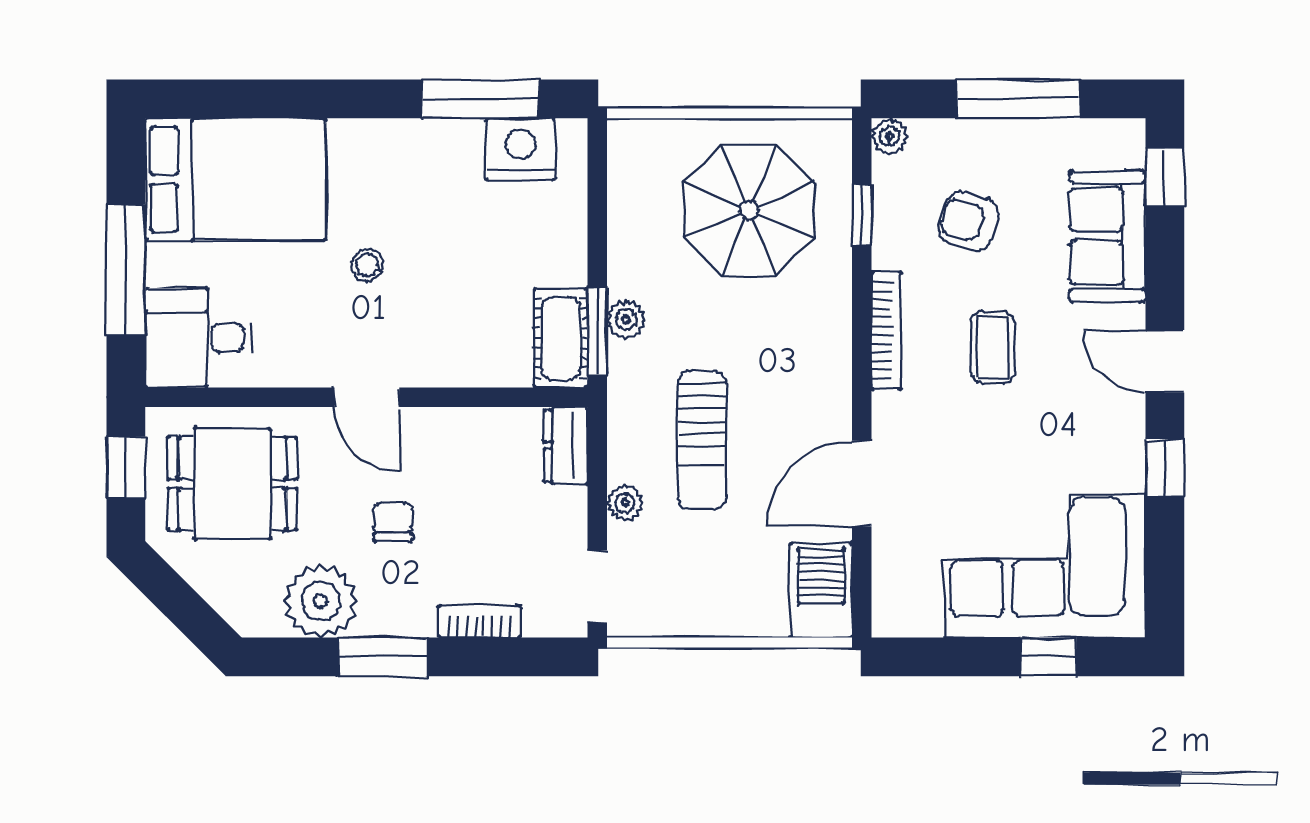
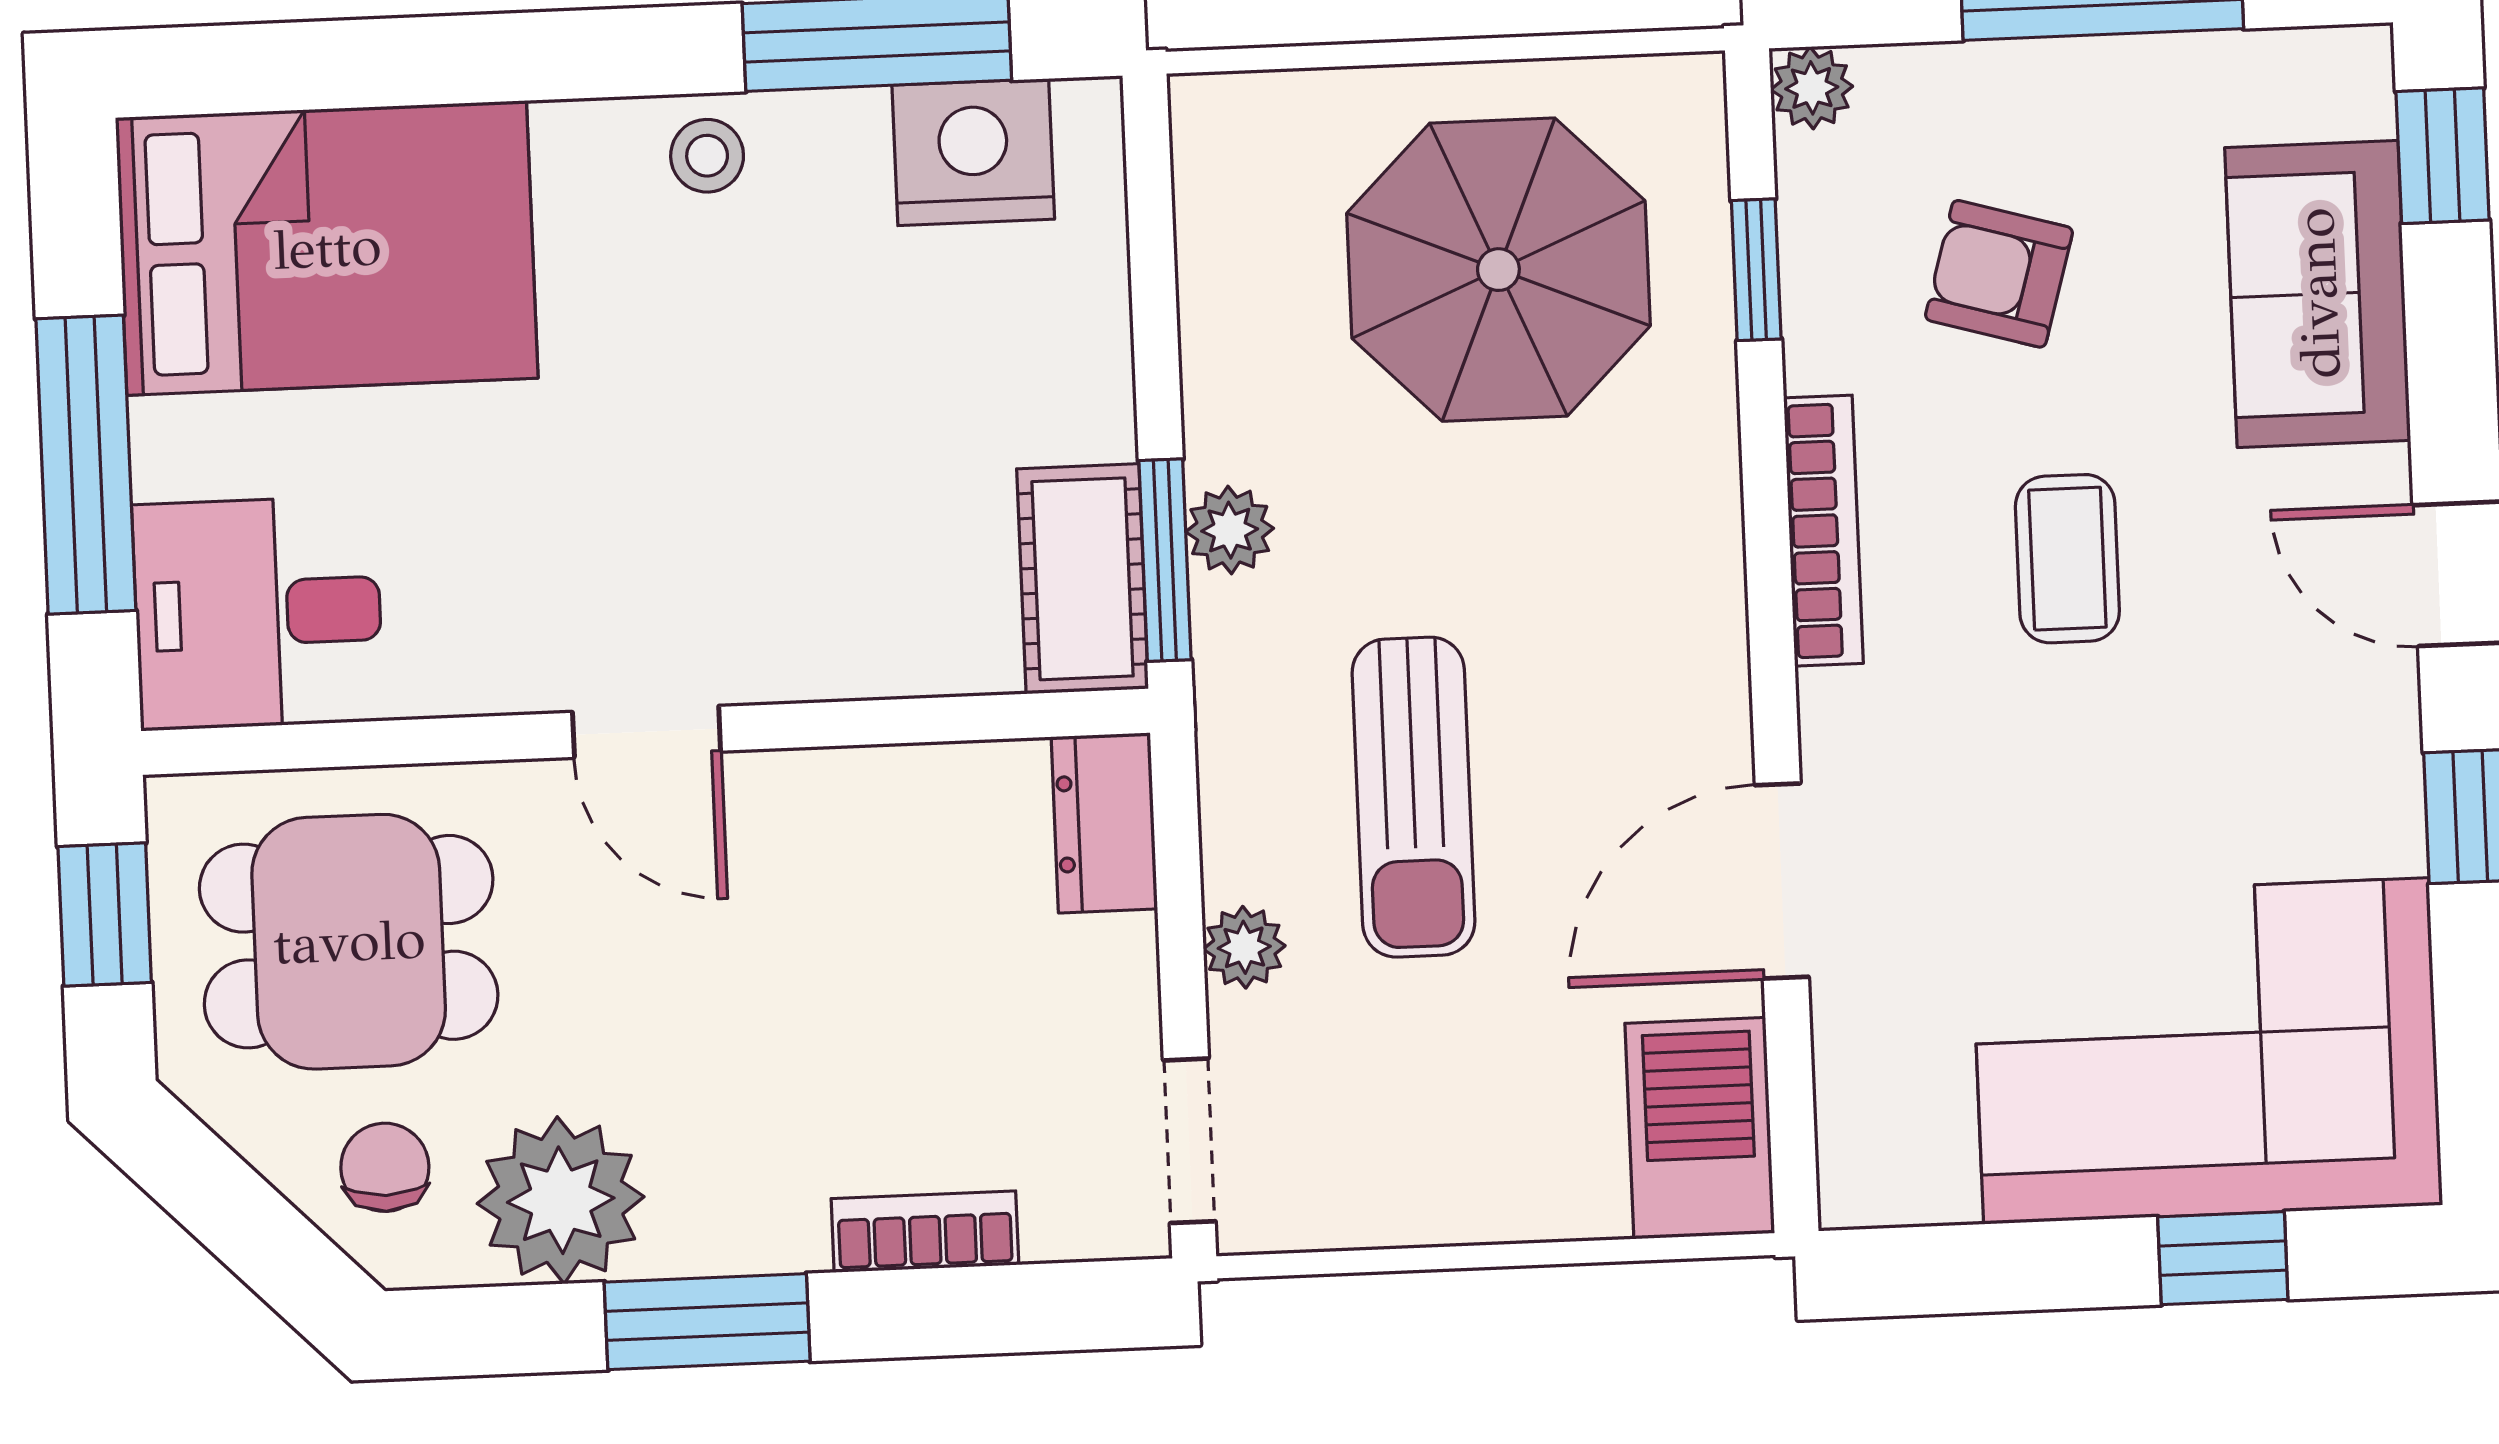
stool: (367, 265) -> (707, 156), moved
chair: (393, 522) -> (385, 1167), moved

